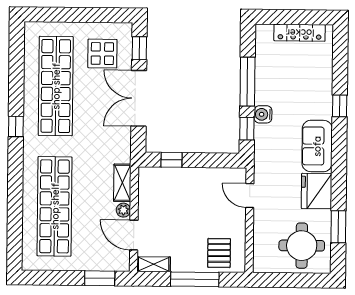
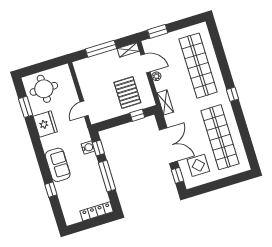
locker: (300, 33) -> (97, 211), moved
window: (340, 106) -> (51, 190), moved
water cooler: (263, 114) -> (88, 148), moved
window: (16, 126) -> (233, 94), moved
sofa: (317, 146) -> (58, 165), moved
shelving: (122, 183) -> (165, 102), moved
door: (250, 196) -> (84, 109), swing flipped
pallet: (219, 253) -> (127, 92), moved, width x1.50, depth x1.42

